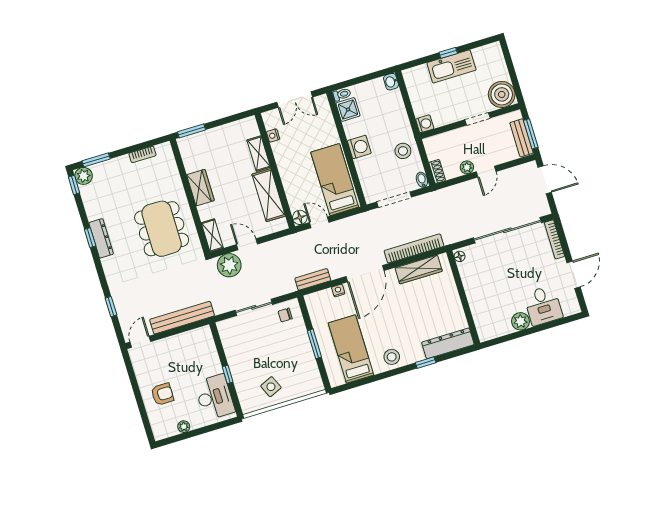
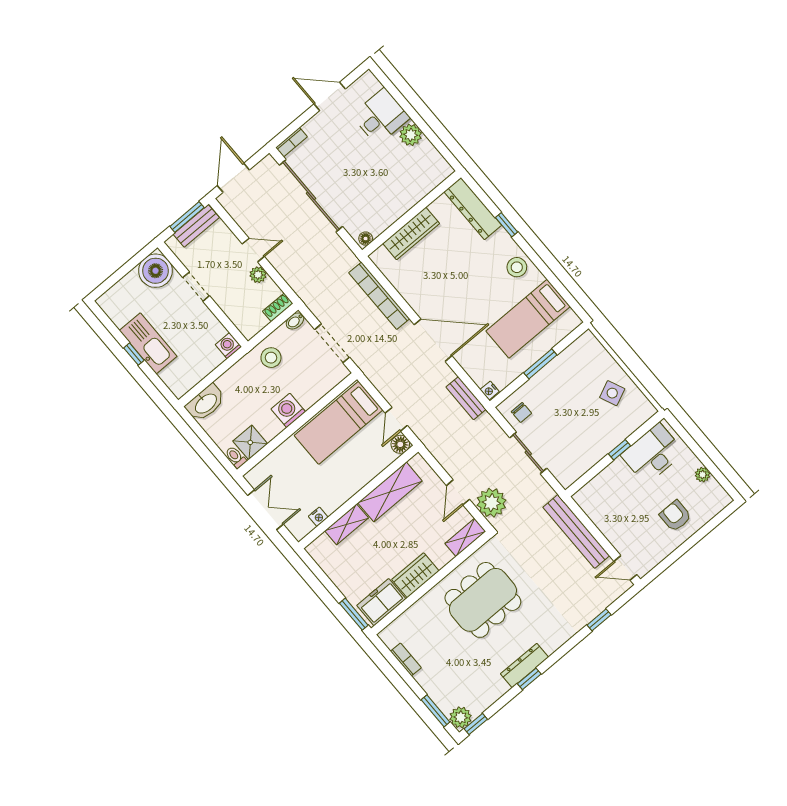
washbasin: (391, 82) -> (205, 403), width x1.91, depth x1.45
freezer: (192, 155) -> (381, 602), added
bookcase: (554, 239) -> (291, 142), width x0.64
wardrobe: (419, 270) -> (411, 233), moved, turned 90
nightstand: (338, 290) -> (490, 391), moved

